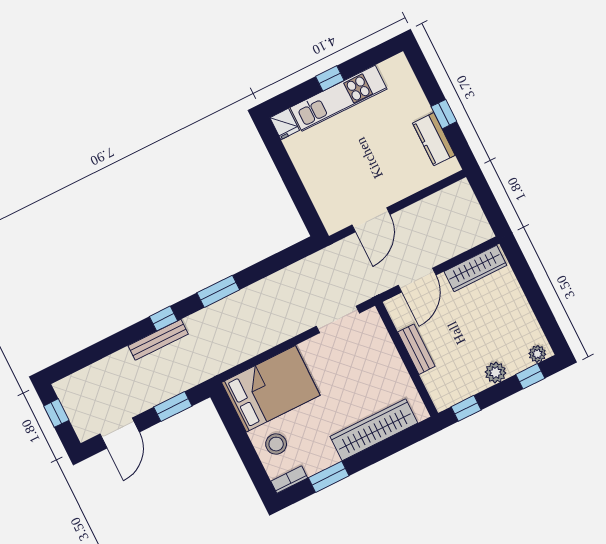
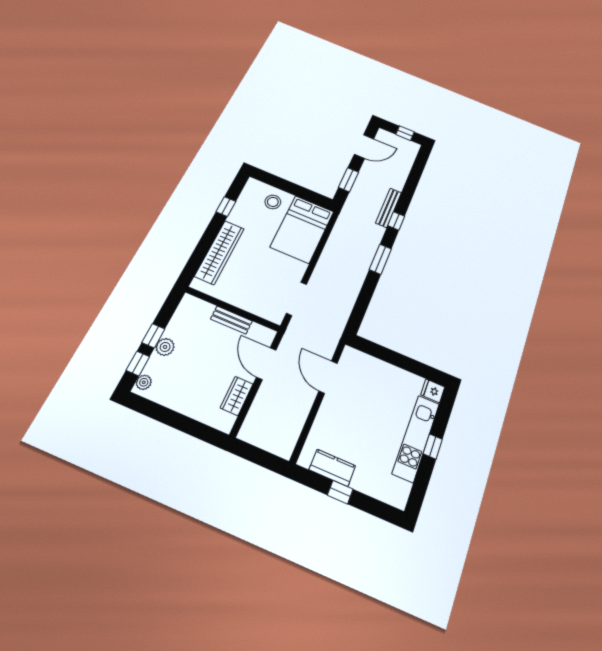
wardrobe: (475, 268) -> (237, 396), width x0.67
window: (466, 408) -> (153, 336), moved
door: (120, 433) -> (364, 147), swing flipped
window: (329, 477) -> (226, 207), width x0.67
bookcase: (289, 480) -> (249, 189), removed

